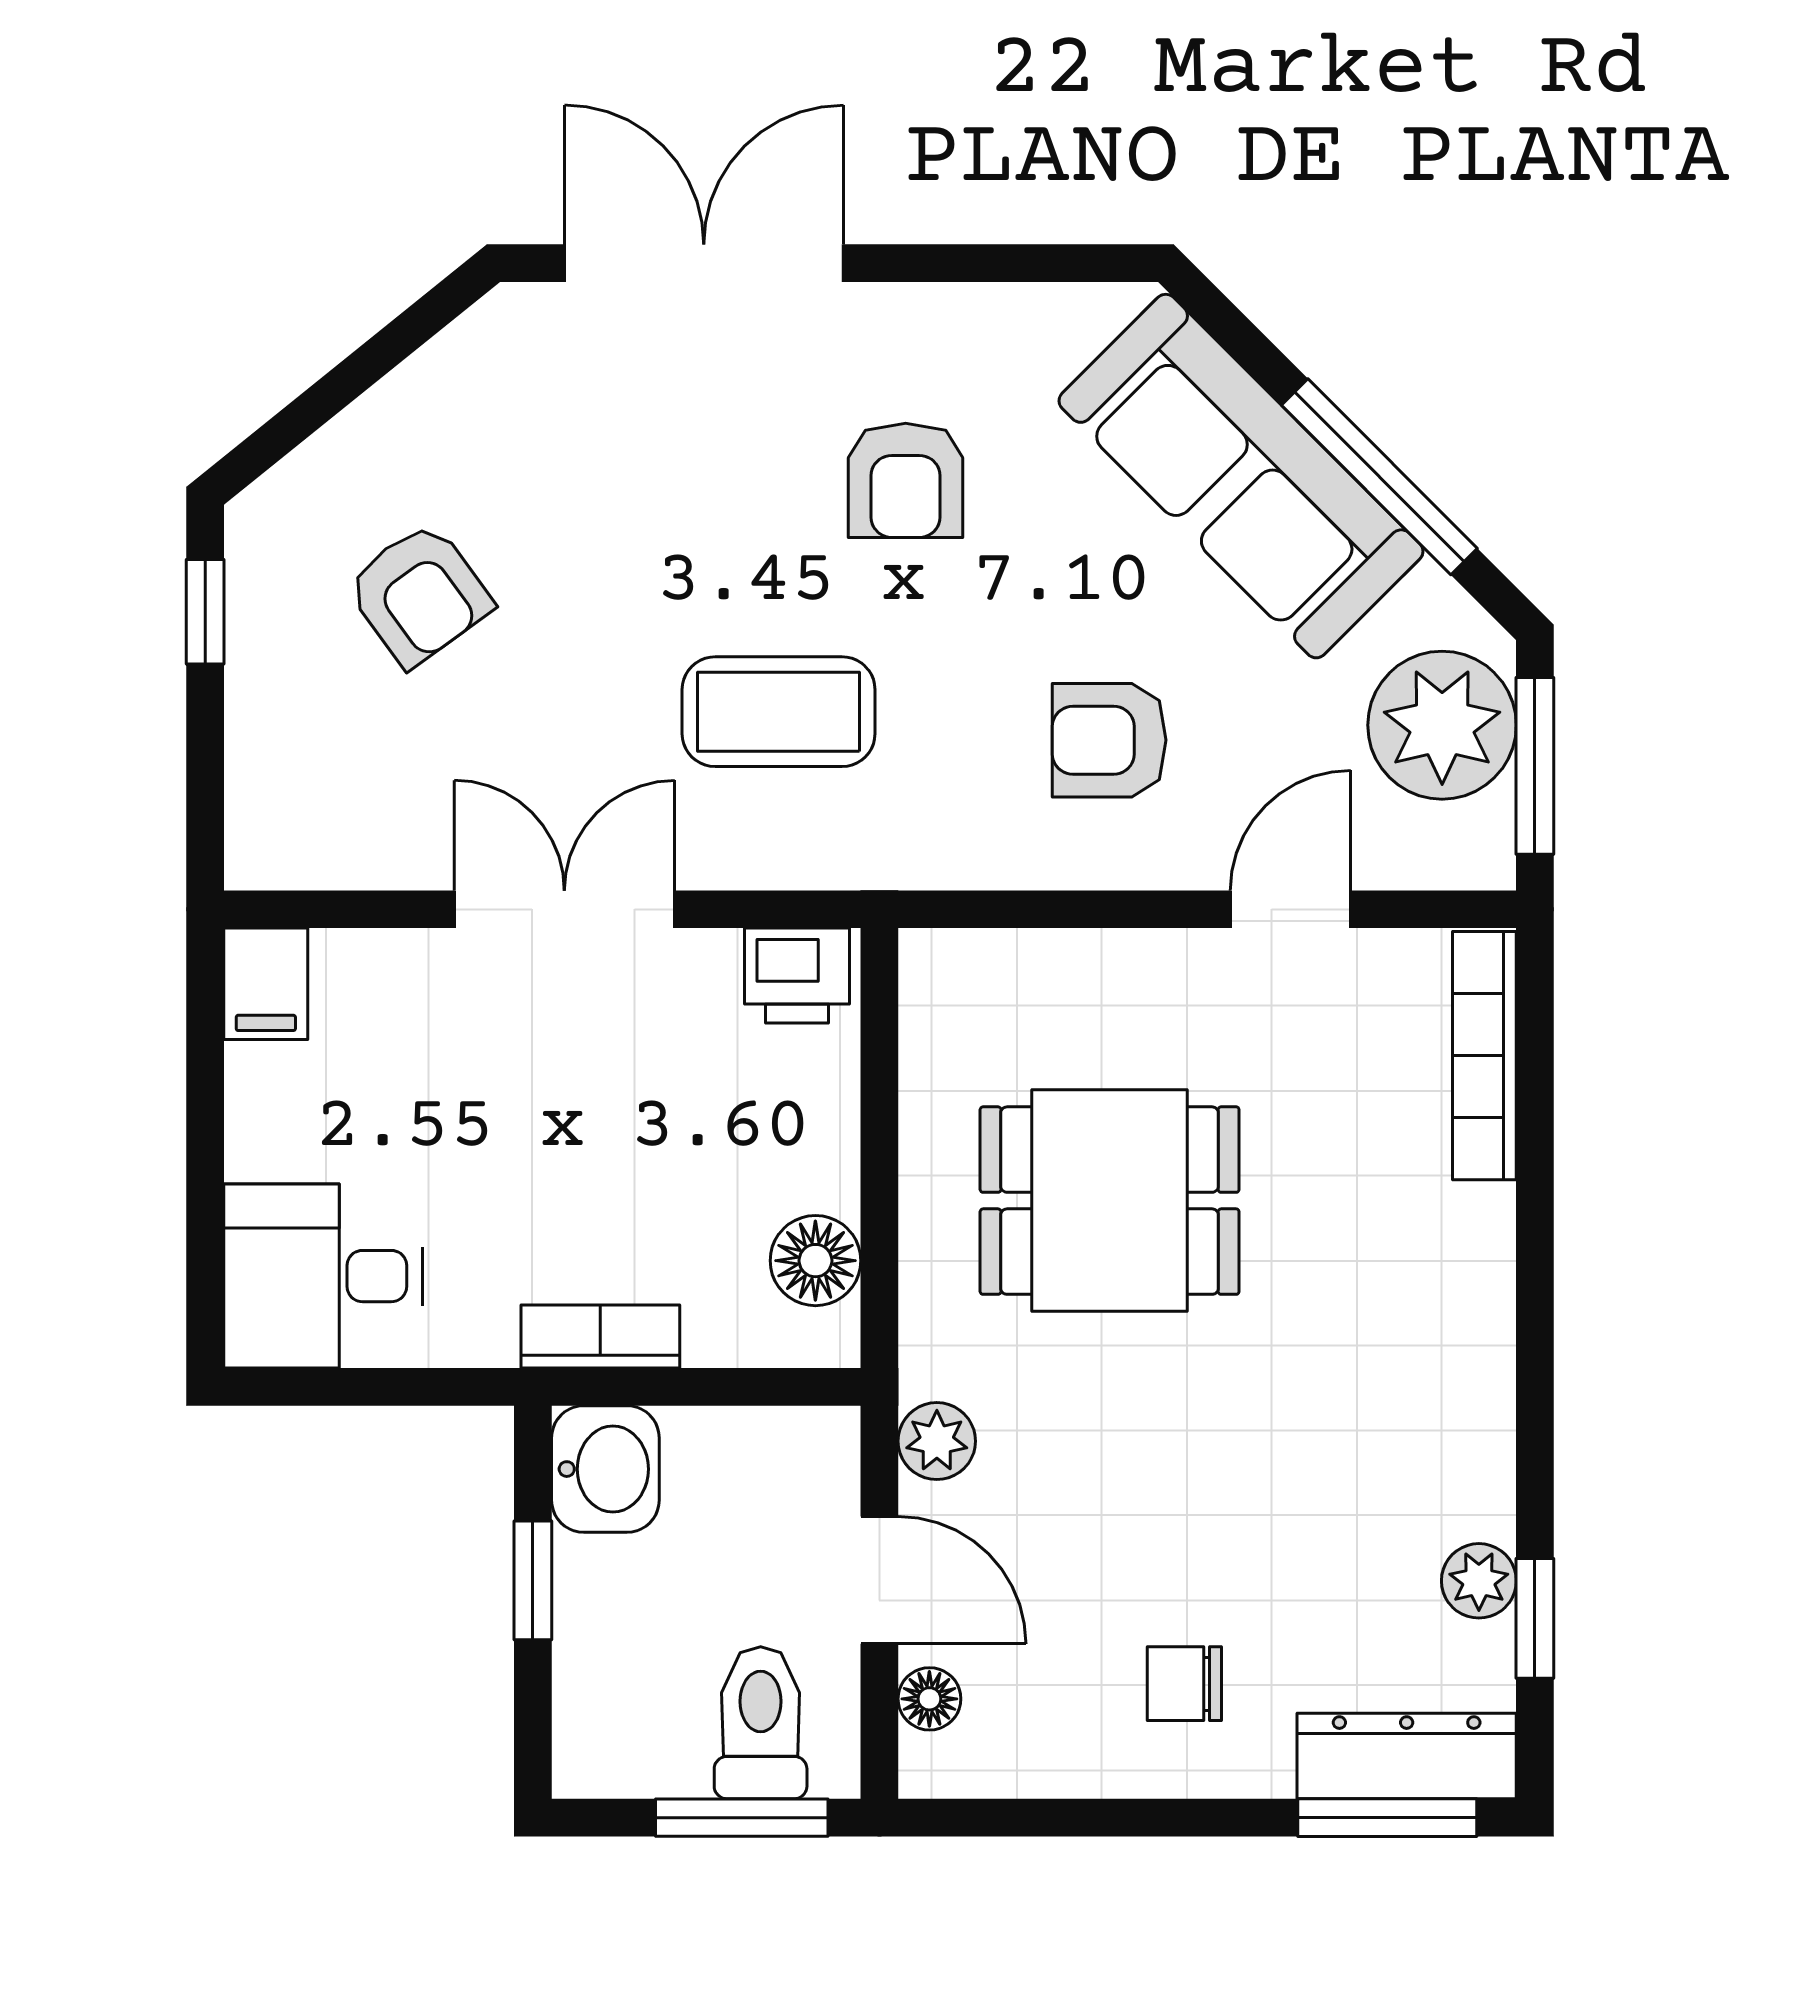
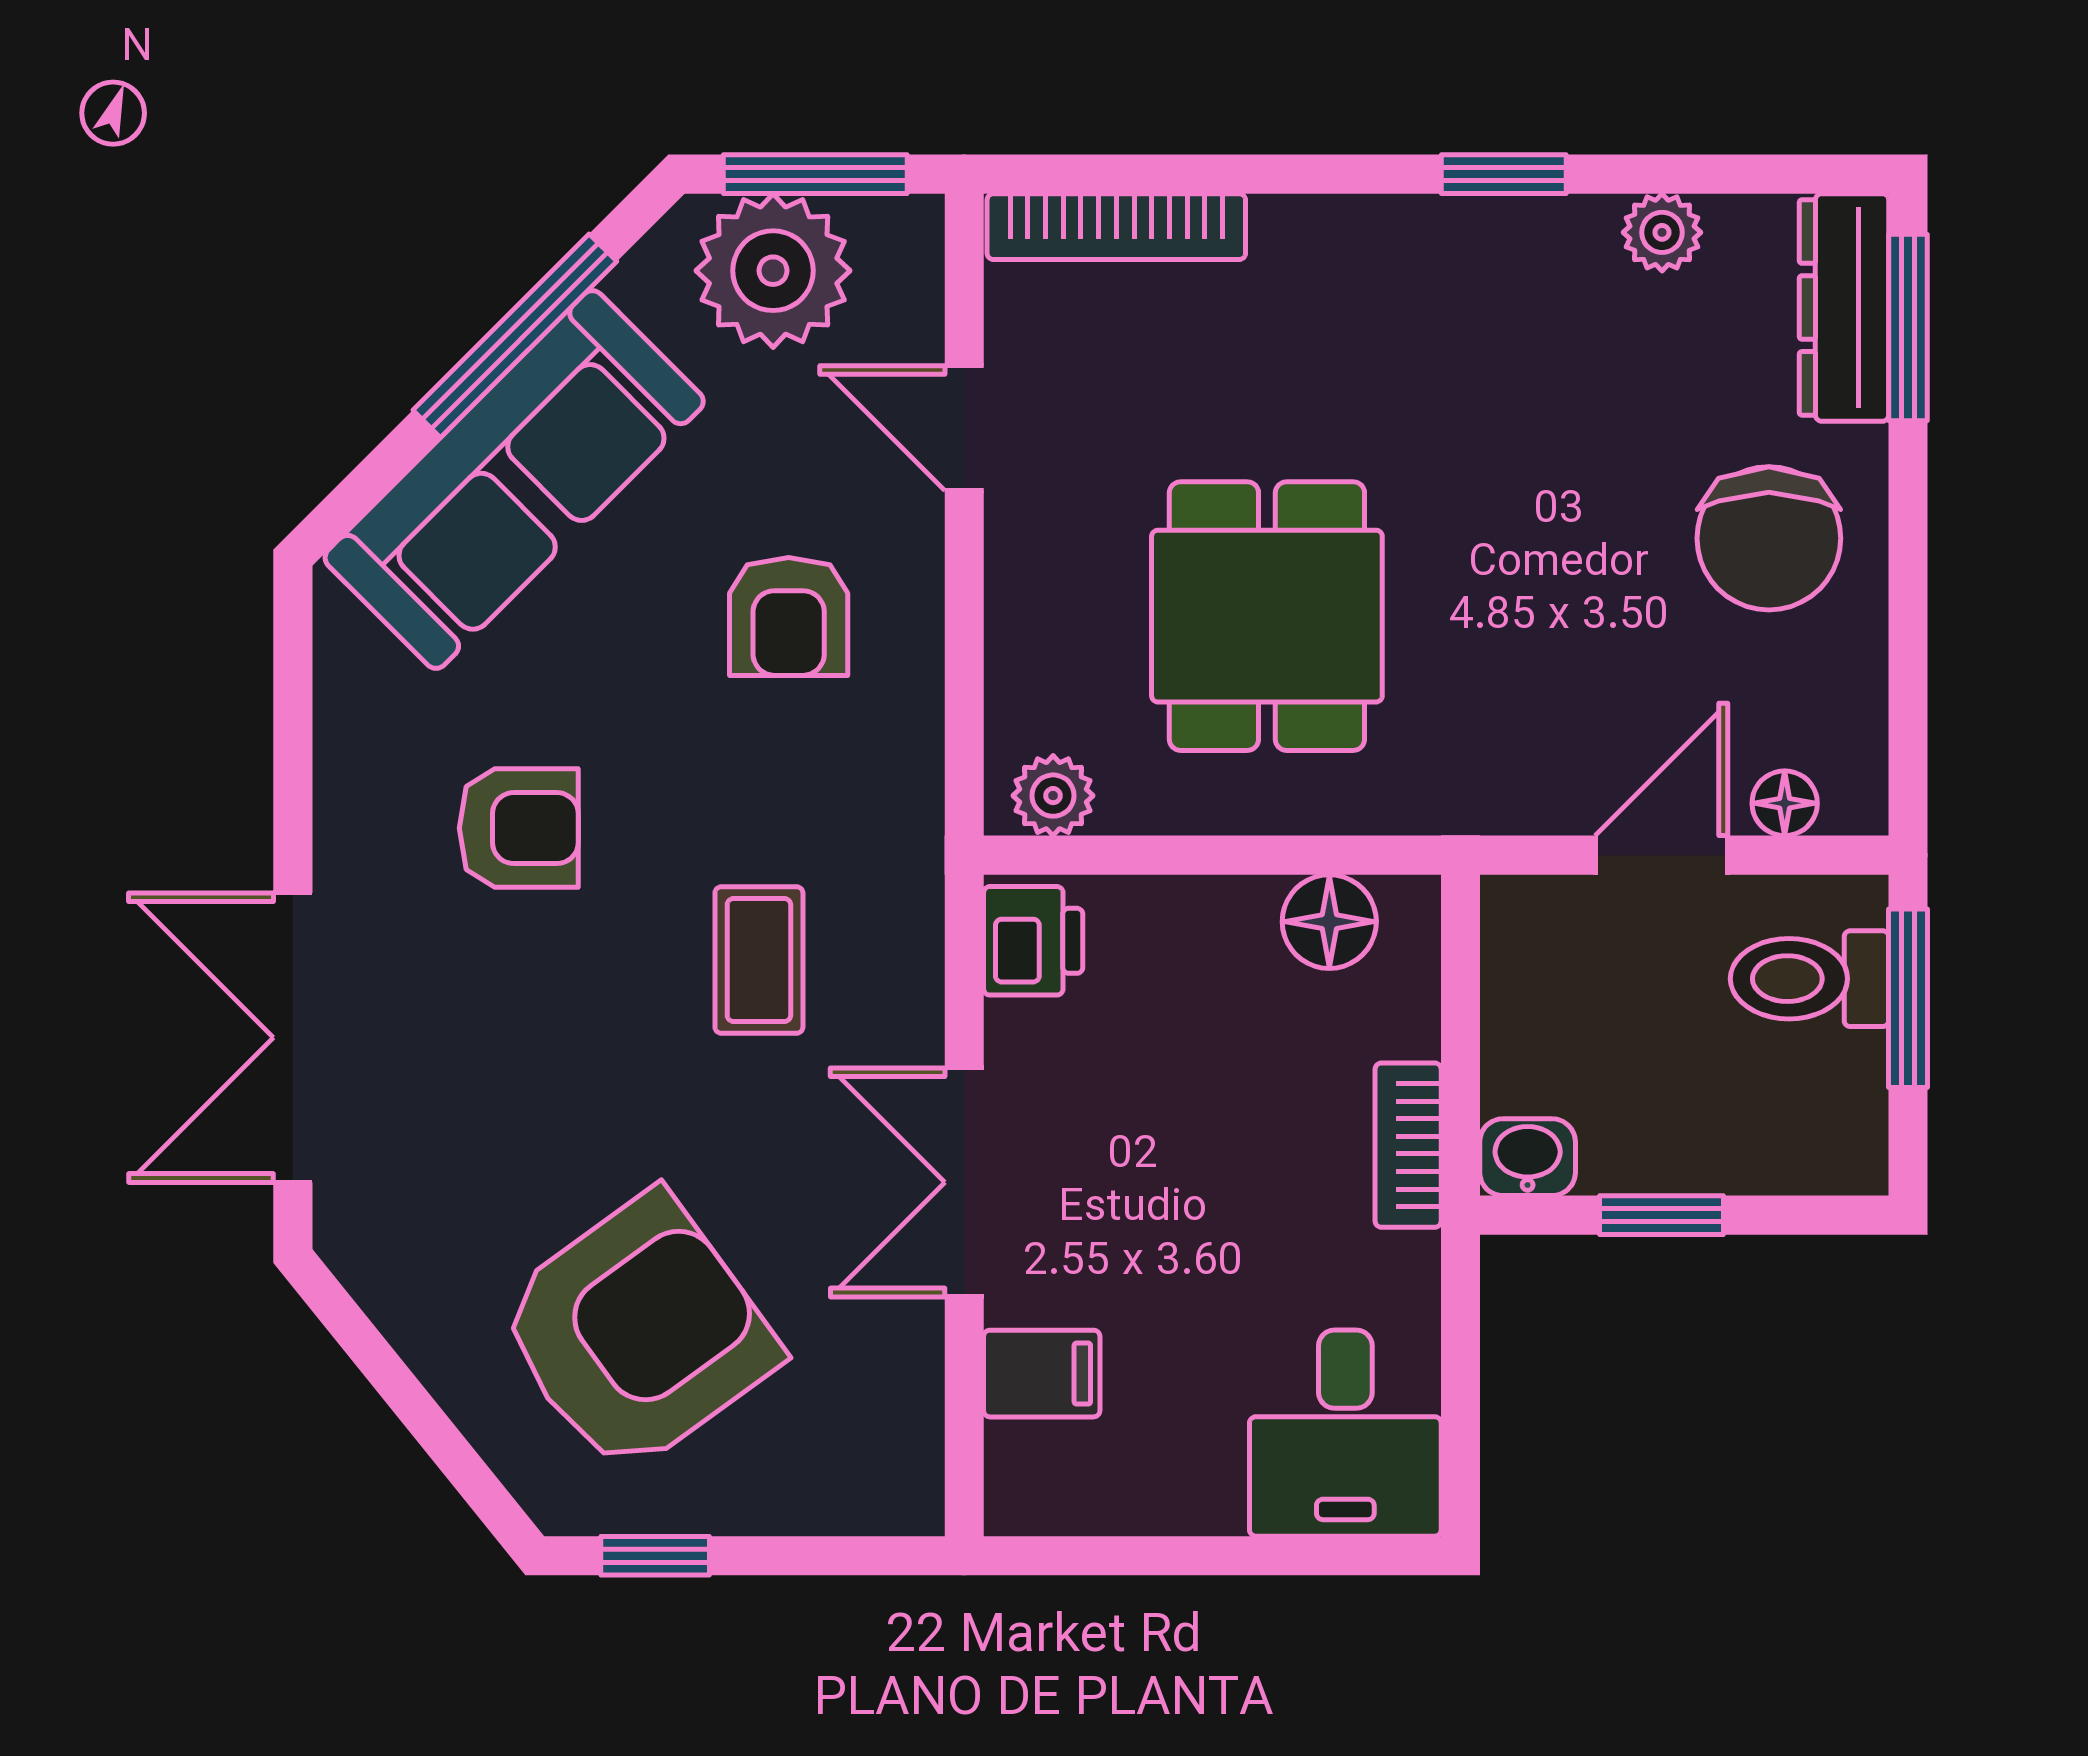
armchair: (419, 594) -> (637, 1334), width x1.88, depth x1.88
coffee table: (779, 712) -> (759, 960), width x0.73, depth x0.77
filing cabinet: (266, 984) -> (1042, 1374), moved
plant: (937, 1441) -> (1053, 796), moved
washbasin: (605, 1469) -> (1528, 1157), width x0.72, depth x0.69
window: (1535, 1618) -> (1504, 174), moved
chair: (1184, 1684) -> (1769, 538), width x1.87, depth x1.87

